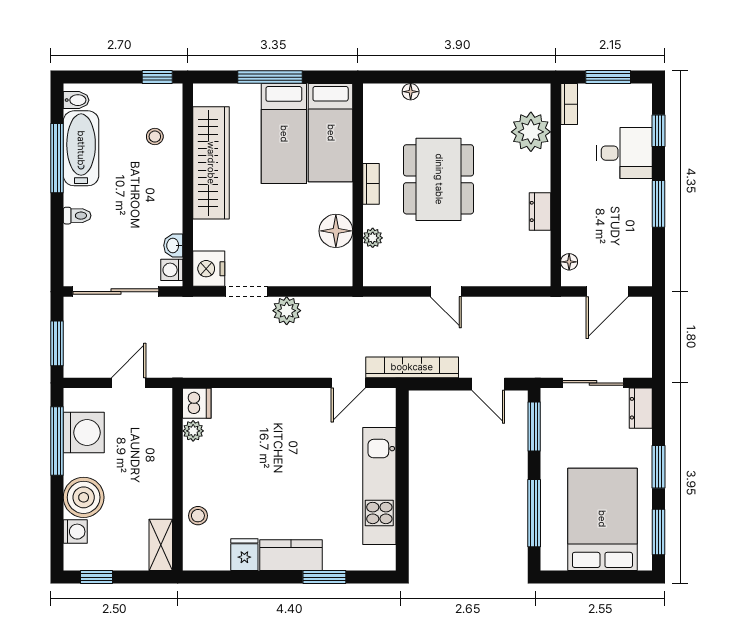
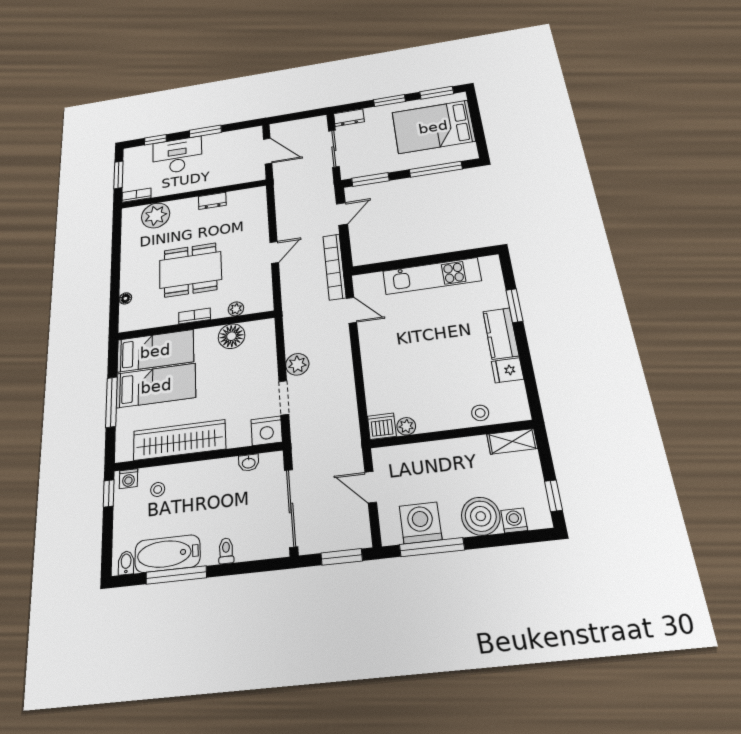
desk: (625, 153) -> (177, 156), width x1.37
floor lamp: (569, 262) -> (248, 177), removed
washing machine: (172, 270) -> (129, 479), moved

